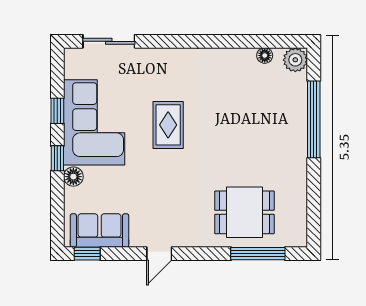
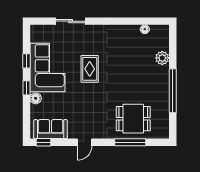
sliding door: (109, 41) -> (71, 21), moved
plant: (295, 60) -> (162, 58), moved
window: (314, 119) -> (173, 91), moved
window: (258, 254) -> (130, 142), moved

